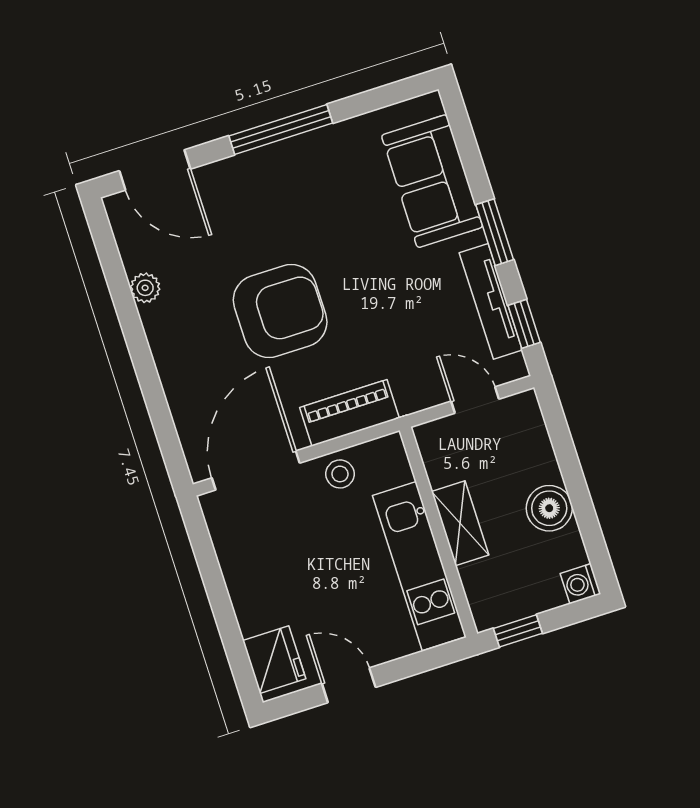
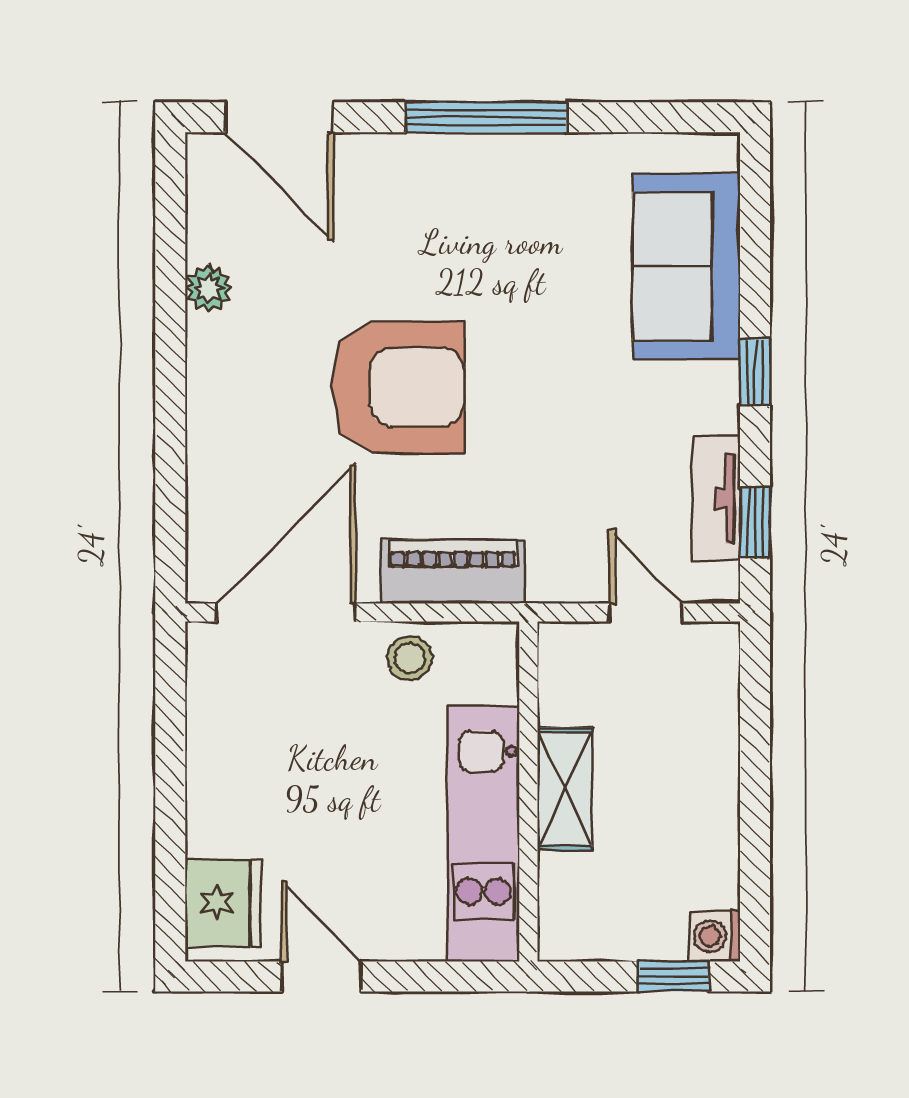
window: (495, 232) -> (755, 372), width x0.67
tv unit: (491, 301) -> (716, 499), width x0.71
boiler: (549, 508) -> (704, 809), removed
window: (518, 631) -> (674, 976), moved

